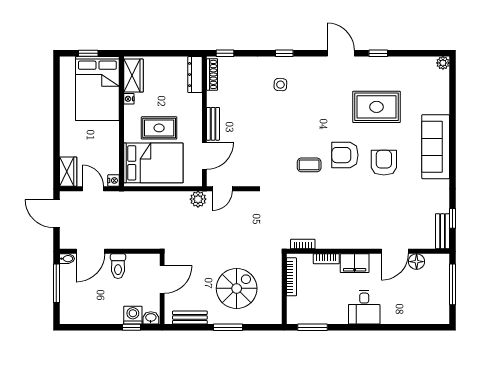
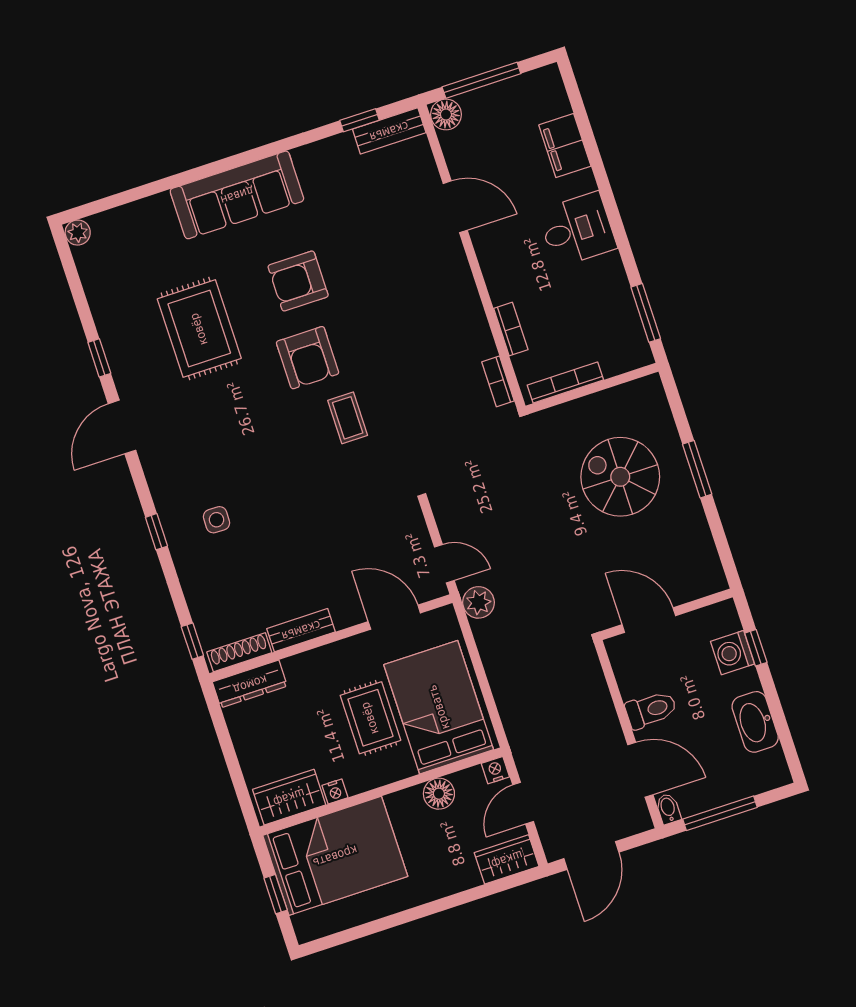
bench: (213, 124) -> (301, 630), moved
floor lamp: (111, 149) -> (439, 794), added
floor lamp: (417, 262) -> (446, 114), moved
filing cabinet: (355, 263) -> (565, 146), moved, turned 180
washbasin: (151, 318) -> (755, 722), moved, width x1.91, depth x1.45
bench: (190, 318) -> (702, 546), removed

